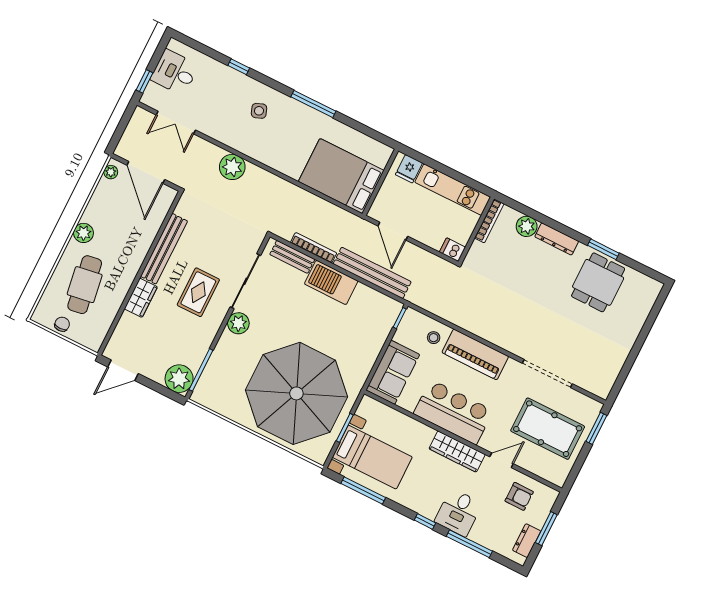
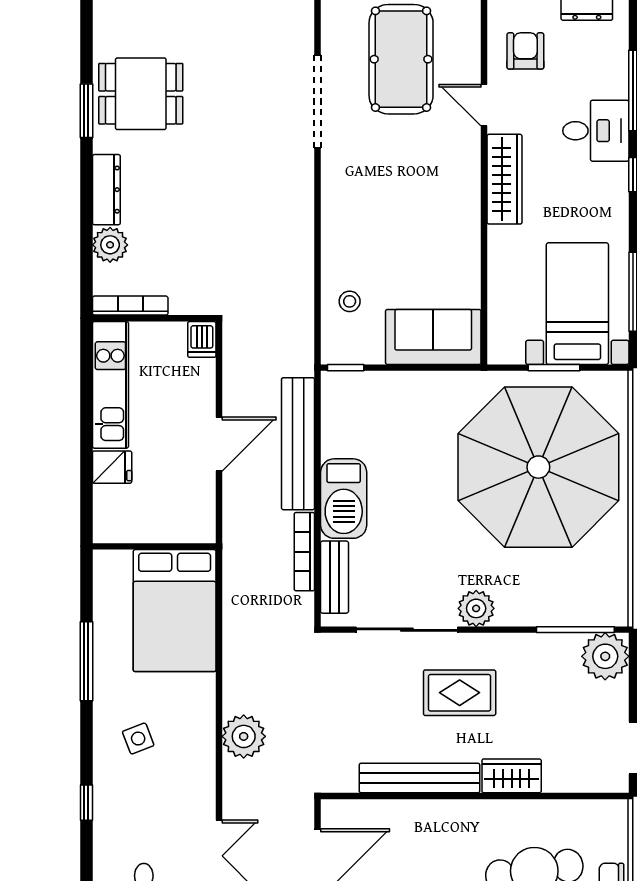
bed: (341, 176) -> (175, 611), moved
wall: (380, 182) -> (154, 546), moved
piano: (475, 354) -> (343, 225), removed
bar counter: (453, 412) -> (448, 215), removed

